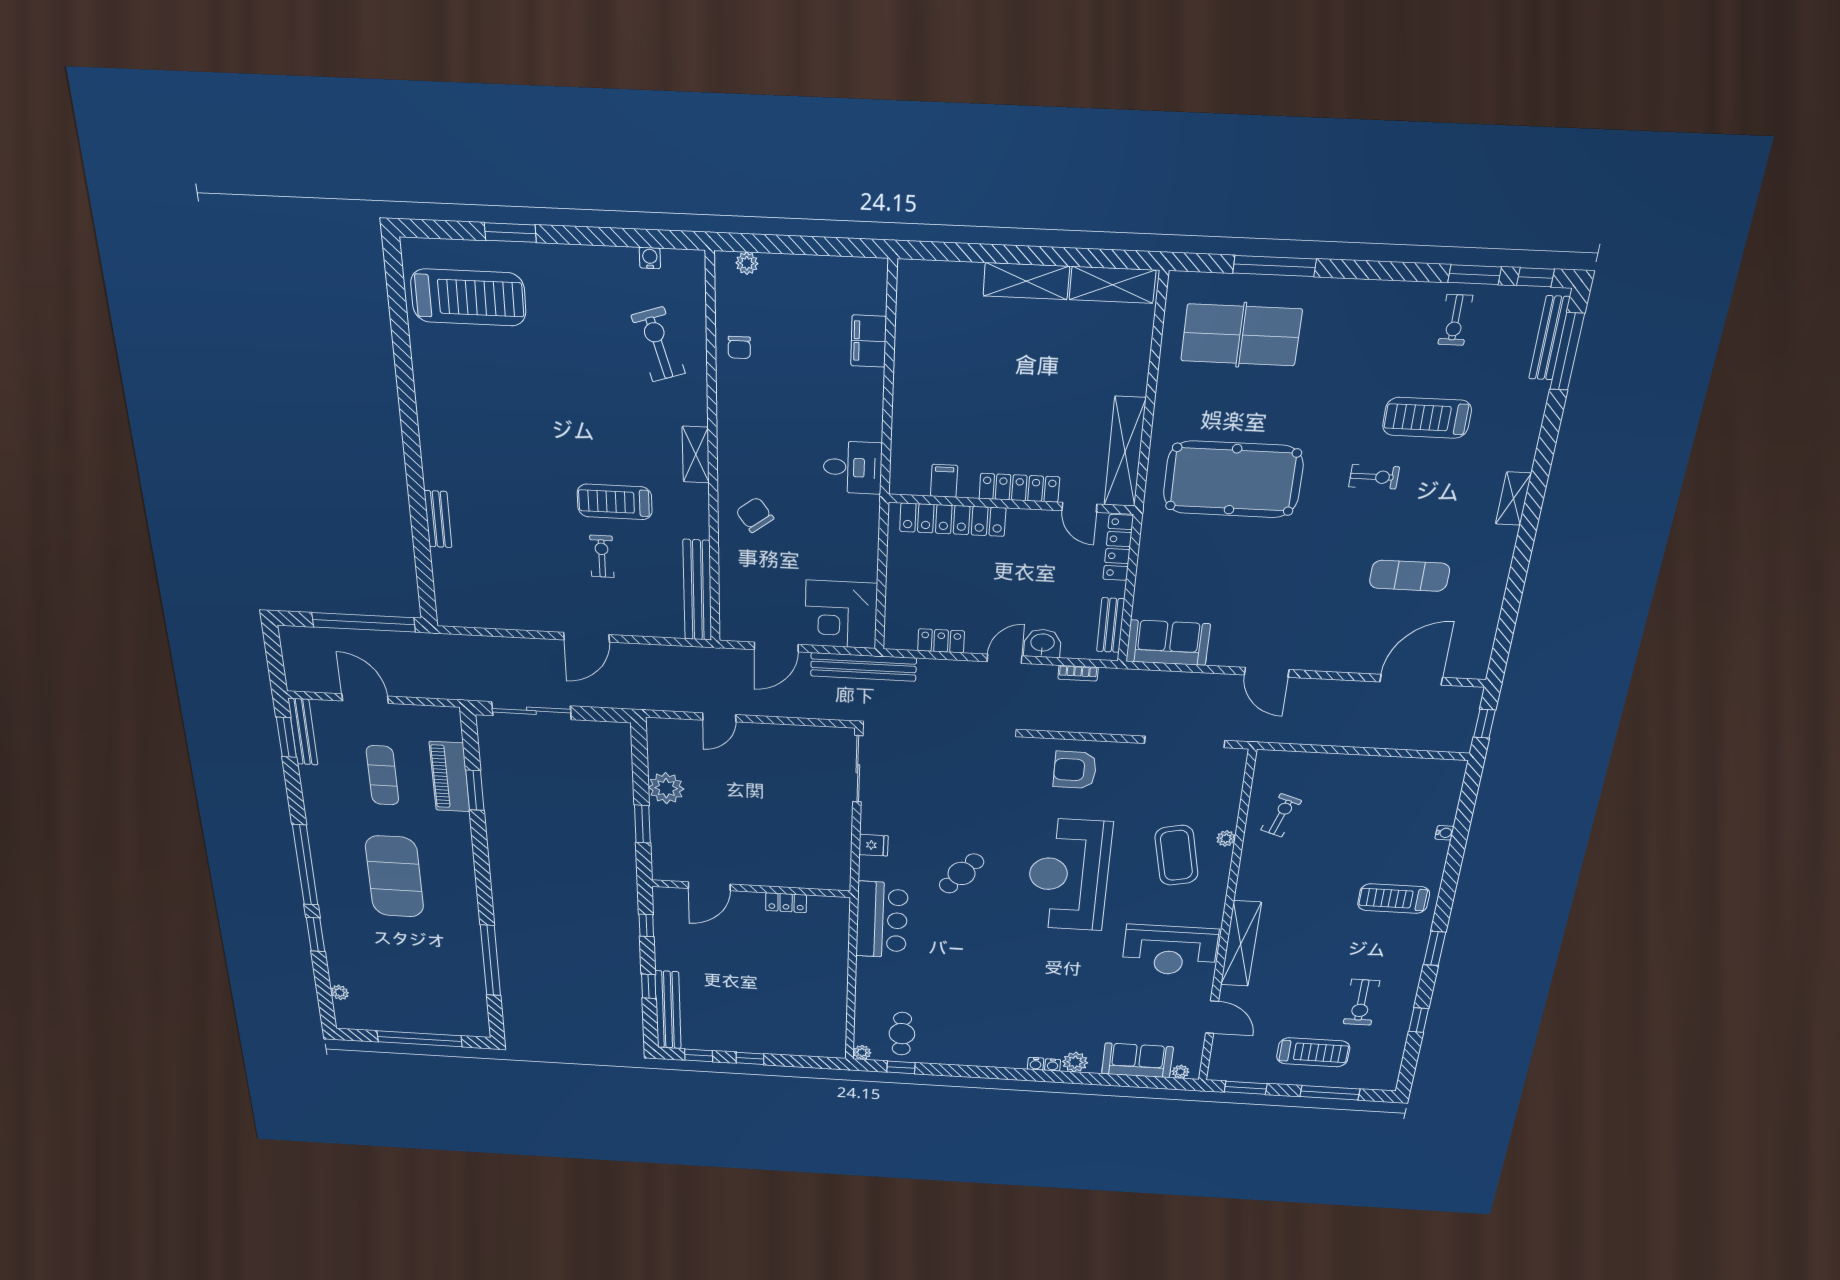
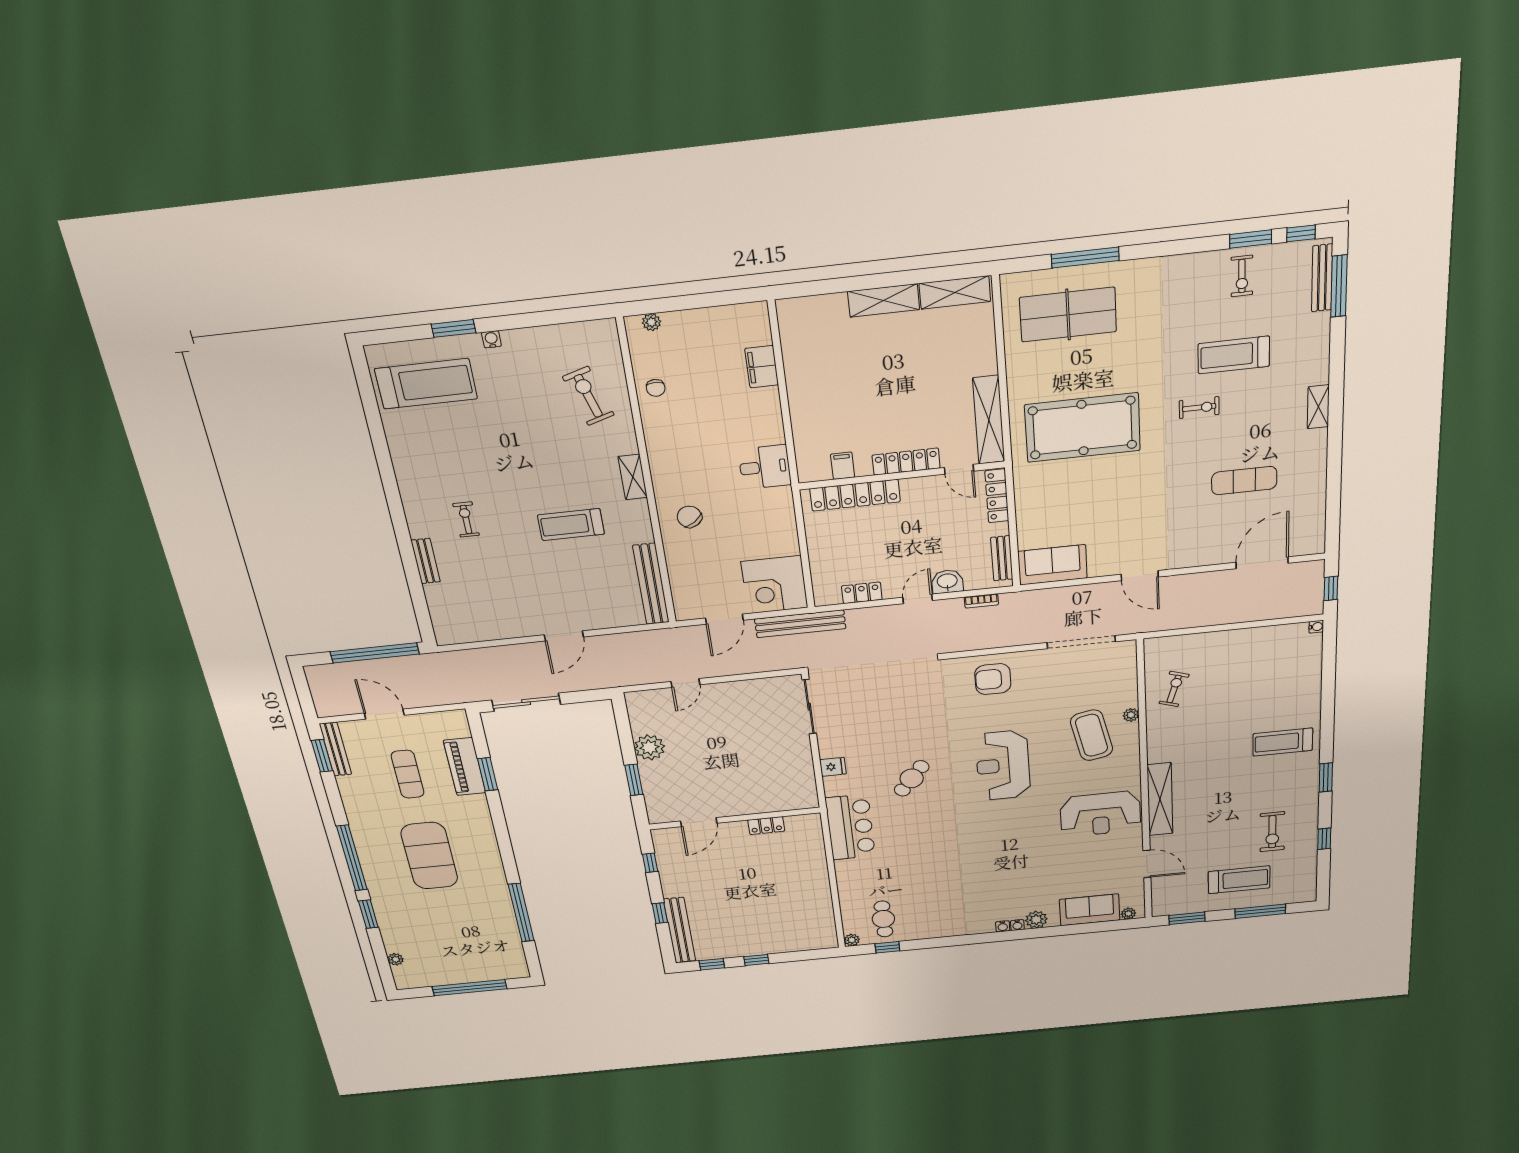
water cooler: (650, 258) -> (491, 339), moved
exercise bike: (602, 556) -> (466, 519), moved
water cooler: (1444, 833) -> (1316, 627), moved
reception desk: (1069, 875) -> (1003, 765), width x0.74, depth x0.77

